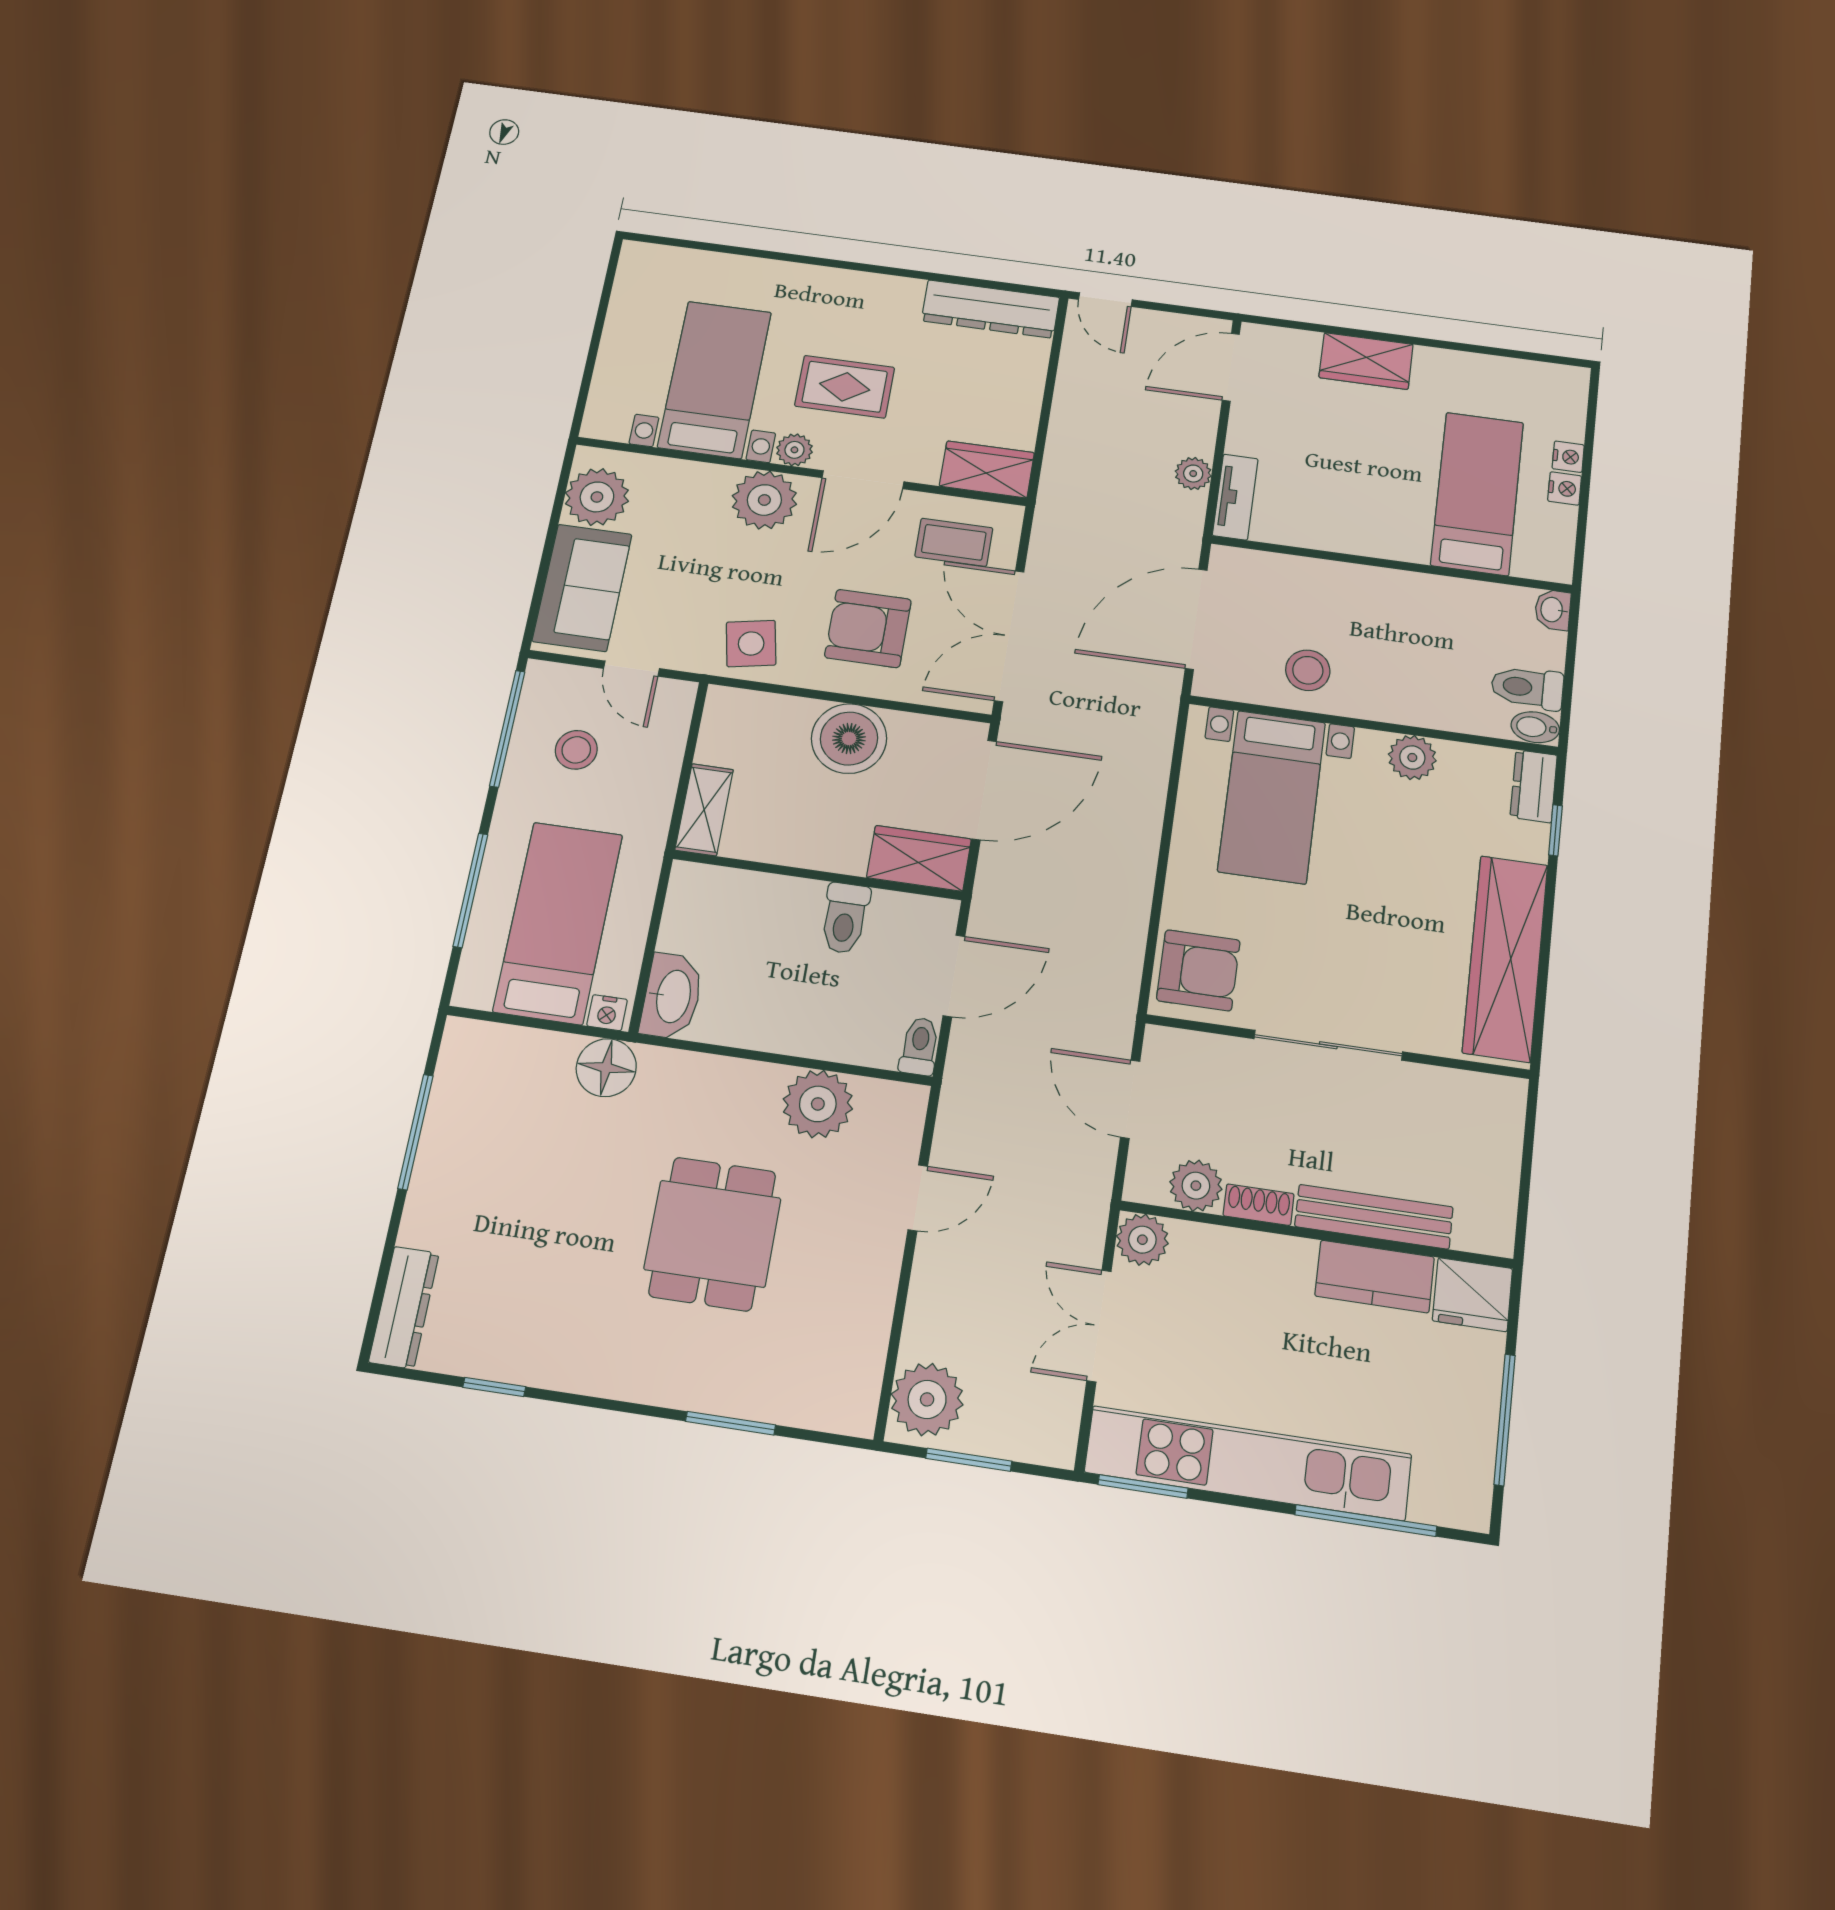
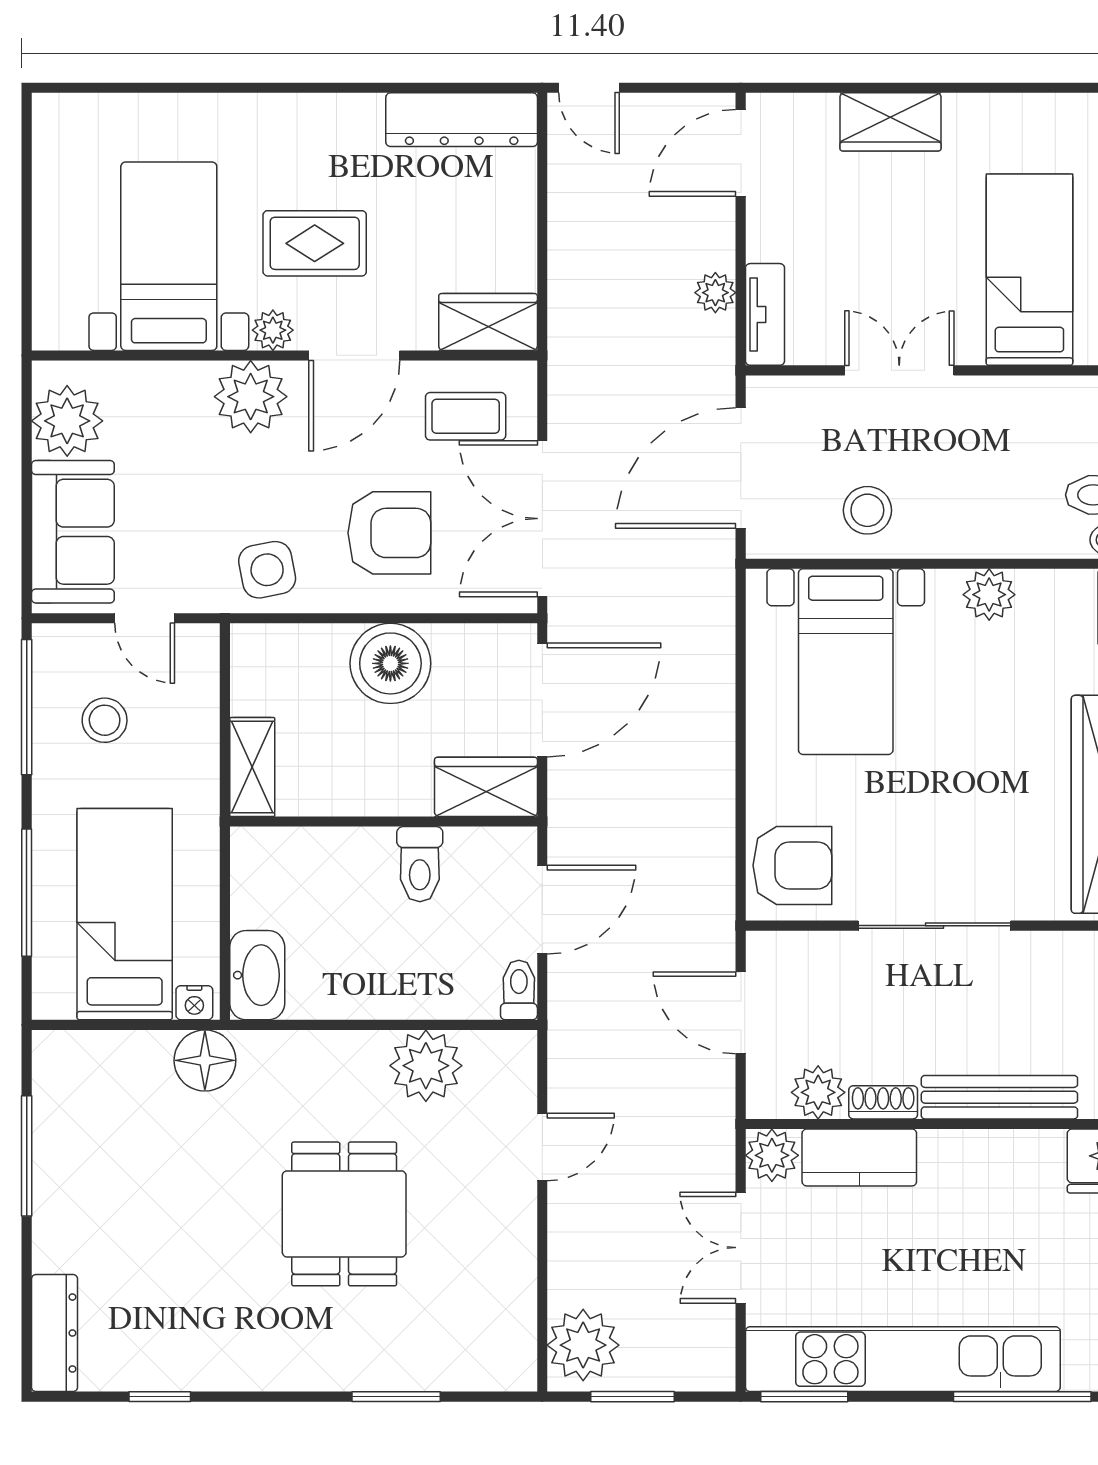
double door: (1351, 559) -> (899, 370), added
armchair: (868, 628) -> (389, 533), turned 180
kitchen counter: (1375, 1276) -> (859, 1157), moved

